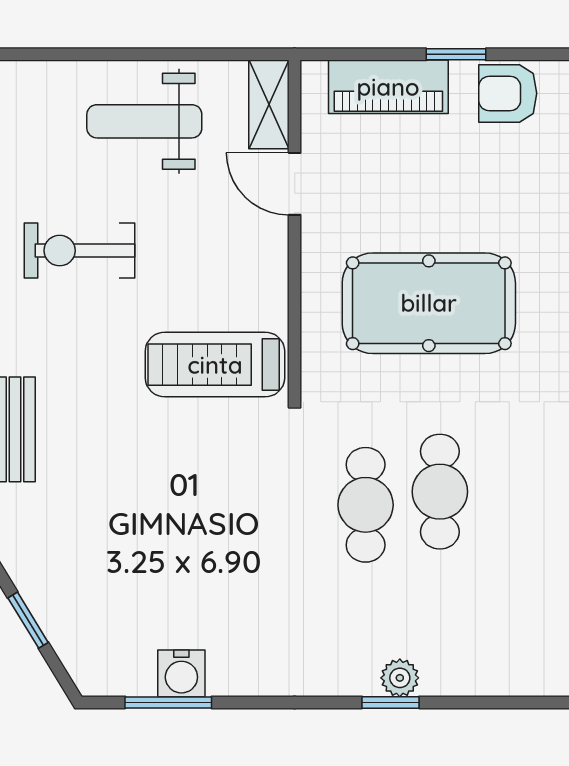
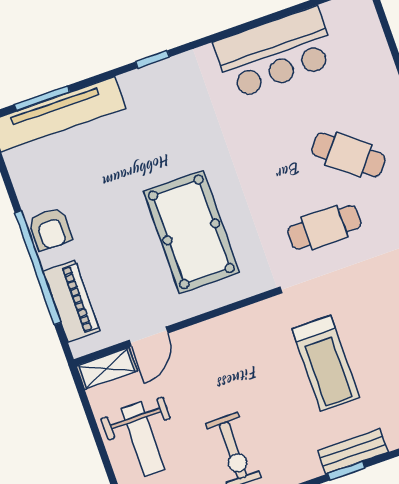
window: (456, 54) -> (38, 268), width x3.17
treadmill: (215, 365) -> (326, 363), moved
cafe table: (440, 492) -> (348, 155), moved, turned 39

